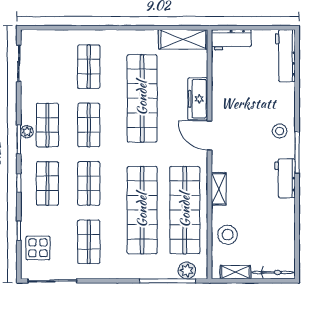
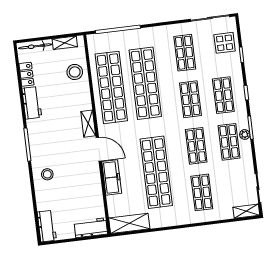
shelving: (37, 37) -> (246, 211), added
workbench: (285, 56) -> (47, 226), width x0.73
stool: (280, 131) -> (47, 174), moved
workbench: (285, 178) -> (32, 103), moved
shelving: (219, 189) -> (88, 124), moved
locker: (288, 239) -> (26, 74), added
plant: (187, 270) -> (104, 39), removed

